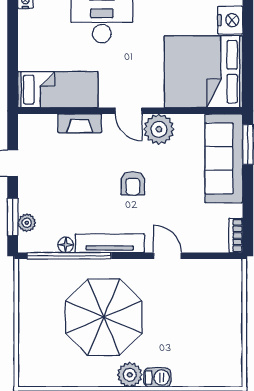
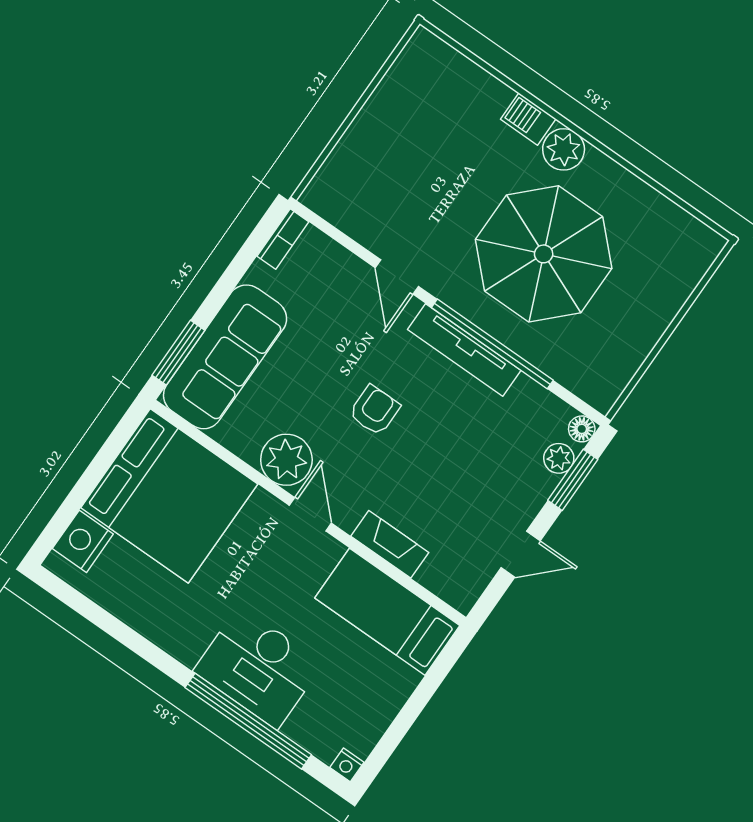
floor lamp: (66, 245) -> (582, 429), moved
window: (69, 256) -> (492, 344), moved

